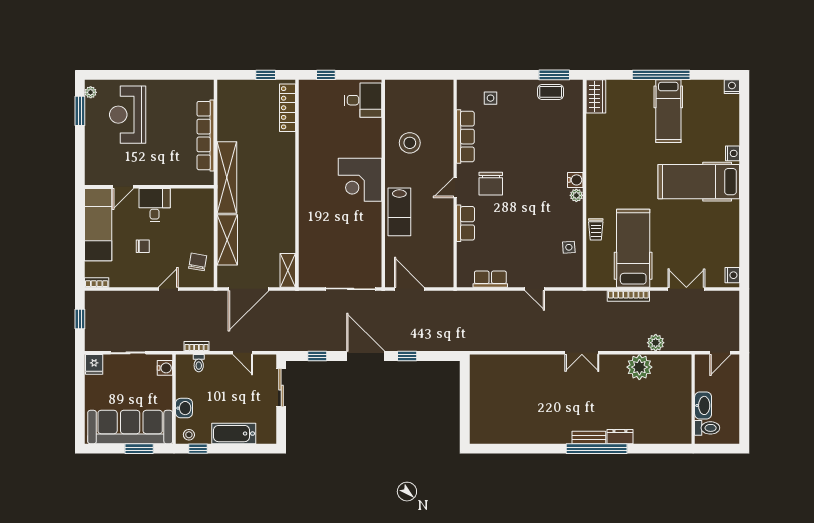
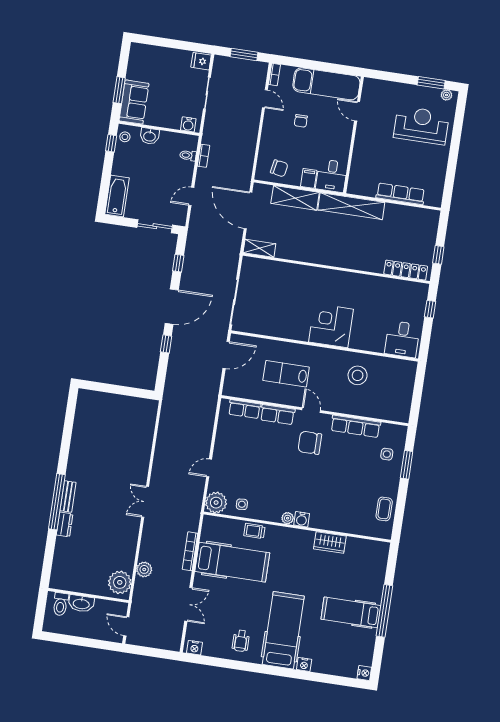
window: (554, 75) -> (407, 465), moved
wardrobe: (596, 96) -> (330, 542), moved
row of seats: (206, 136) -> (400, 194), width x0.73
desk: (155, 205) -> (332, 176), moved, turned 90
lab bench: (399, 212) -> (286, 374), moved
wheelchair: (717, 226) -> (241, 641), added
filing cabinet: (204, 228) -> (309, 178), added
plant: (571, 276) -> (216, 503), added
row of seats: (490, 279) -> (244, 409), moved, turned 90
door: (168, 289) -> (265, 99), moved
window: (80, 319) -> (244, 54), width x1.50
plant: (639, 367) -> (120, 582), moved
sofa: (130, 427) -> (134, 102), width x0.54, depth x0.79
bathtub: (234, 434) -> (117, 196), moved

